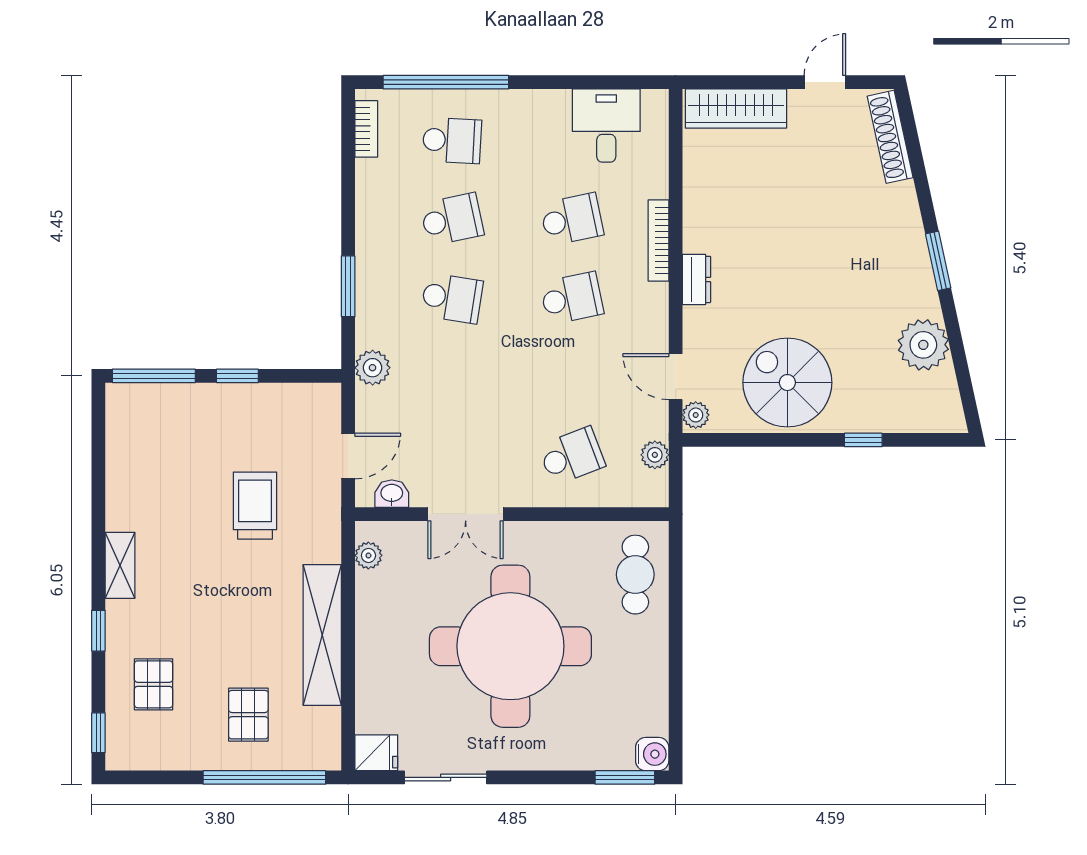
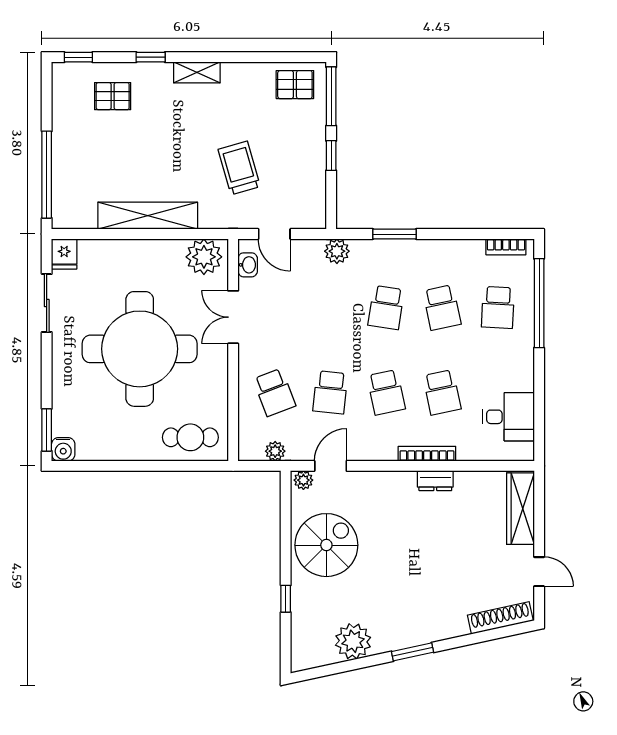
dresser: (696, 279) -> (435, 481), moved
school desk: (572, 377) -> (330, 392), added
trolley: (255, 506) -> (239, 168), turned -106
plant: (368, 555) -> (204, 257), width x1.88, depth x1.88
pallet: (248, 715) -> (295, 85), moved

